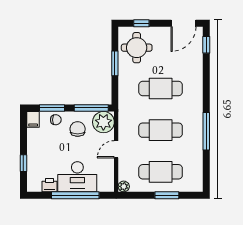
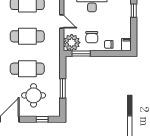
round table: (137, 48) -> (34, 95), moved
window: (52, 108) -> (112, 54), removed
window: (91, 108) -> (81, 54), width x0.69
door: (116, 149) -> (62, 21), hinge flipped

